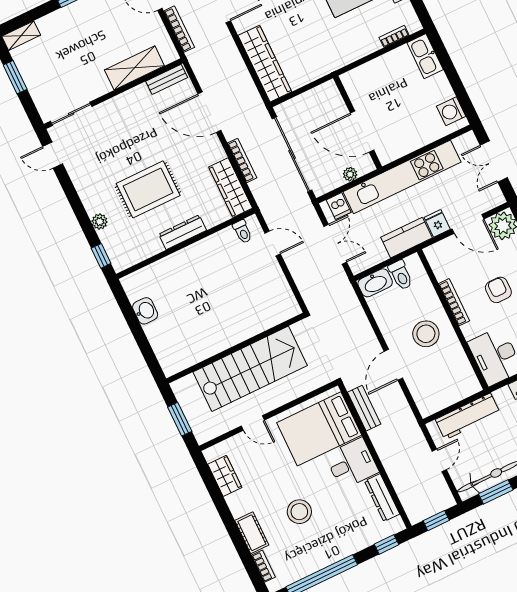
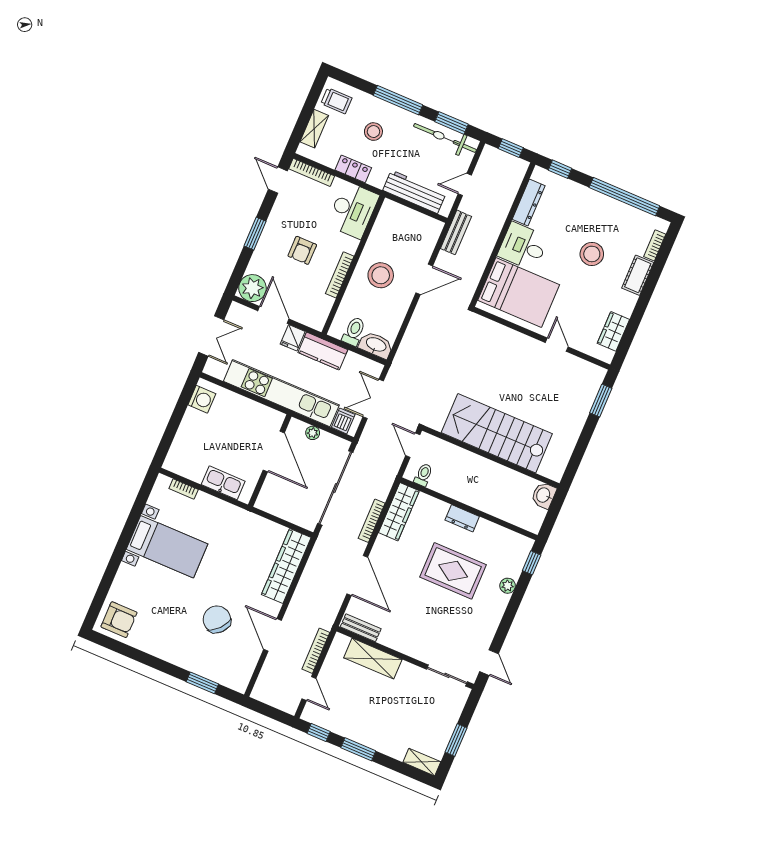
kitchen sink: (425, 56) -> (223, 483), moved, turned -90
dresser: (183, 232) -> (462, 518), width x0.70
wall: (236, 348) -> (491, 457), moved
stairs: (250, 369) -> (497, 433), moved
bench: (364, 408) -> (456, 232), moved

